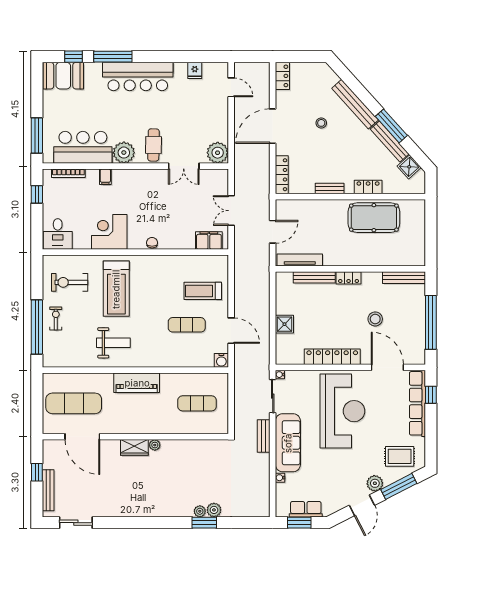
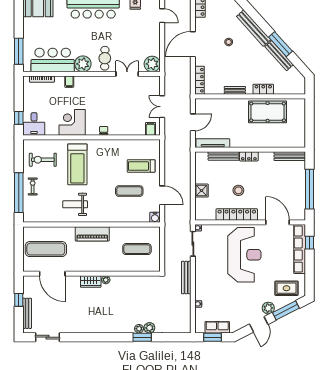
double door: (184, 166) -> (127, 74), swing flipped
shower: (409, 167) -> (294, 74), removed
window: (37, 194) -> (19, 118), moved
filing cabinet: (209, 241) -> (151, 129), width x0.50
stool: (375, 319) -> (238, 190), moved
weight bench: (113, 343) -> (75, 204), turned 180
bench: (264, 436) -> (186, 278), width x1.36
sofa: (288, 443) -> (204, 278), removed

